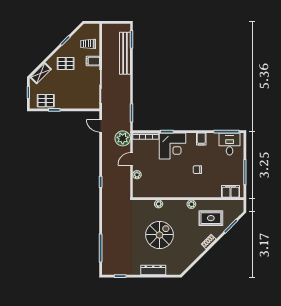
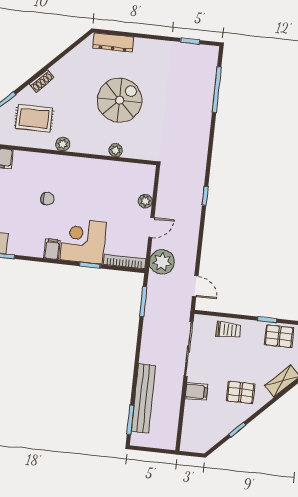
trolley: (88, 44) -> (228, 330), moved
filing cabinet: (201, 139) -> (52, 249), moved
spiral stairs: (159, 235) -> (120, 100), turned 180
dresser: (153, 270) -> (113, 42), moved

